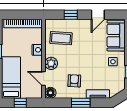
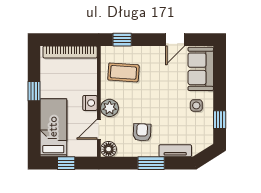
window: (71, 15) -> (122, 40), moved
nightstand: (37, 50) -> (90, 103), moved
door: (44, 79) -> (99, 129), hinge flipped

